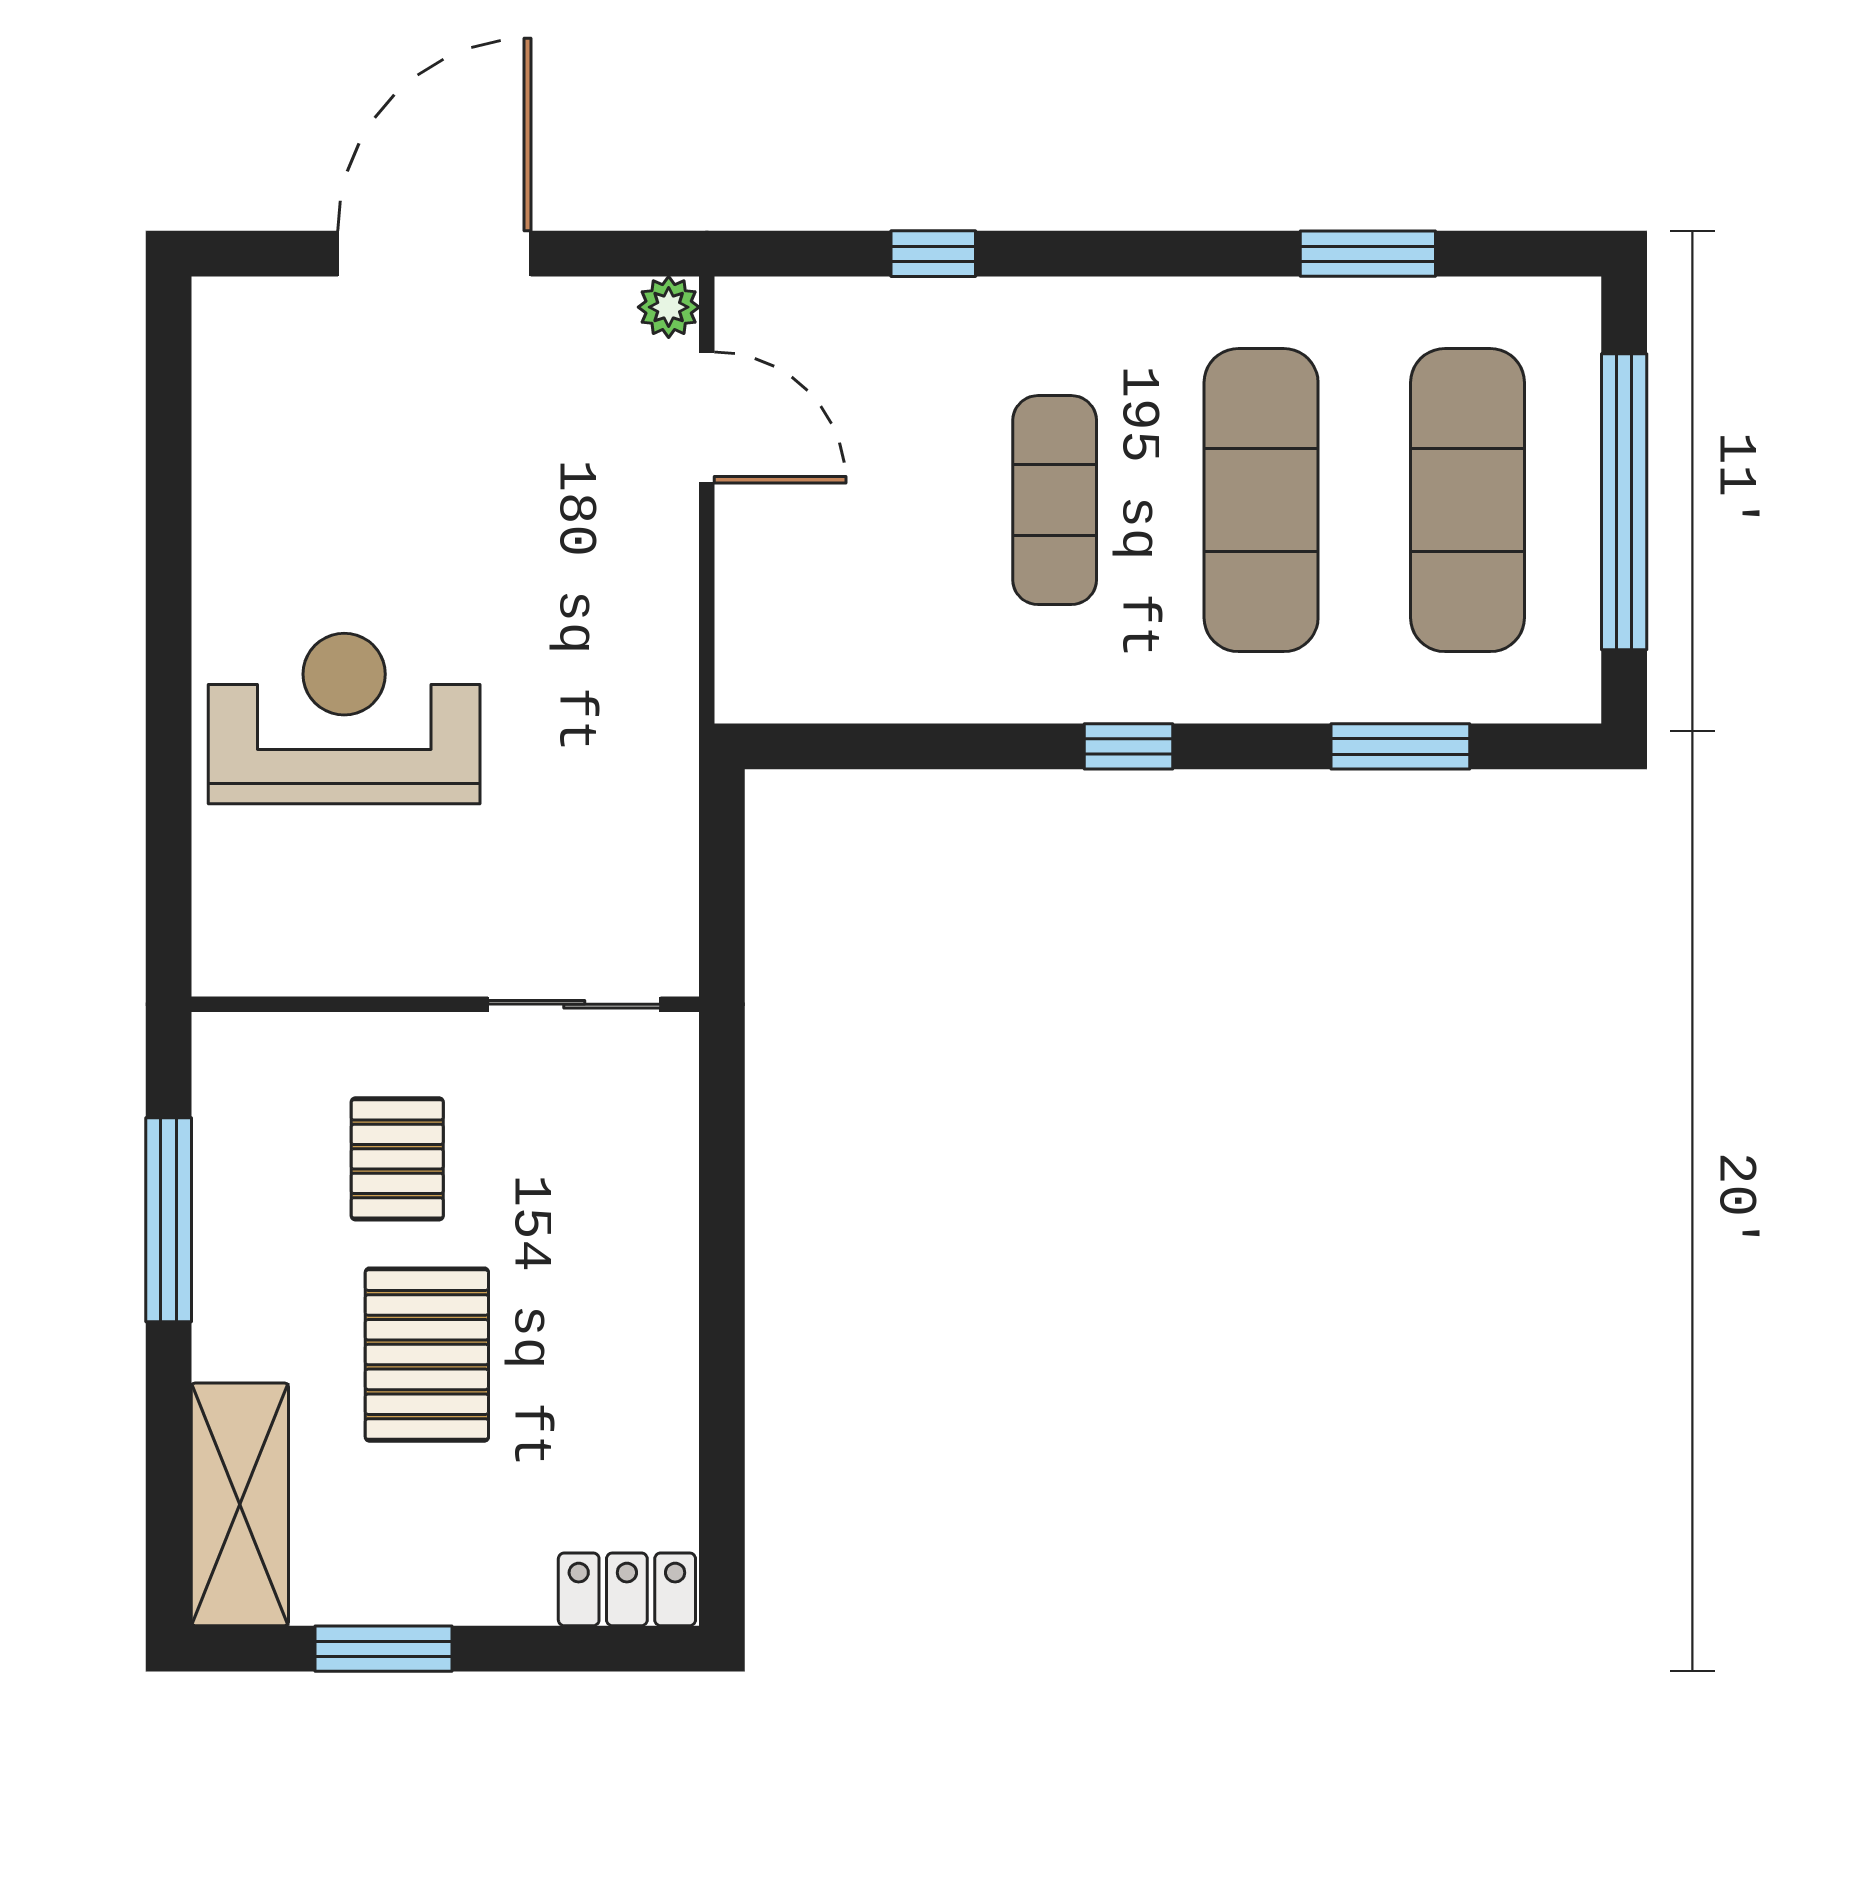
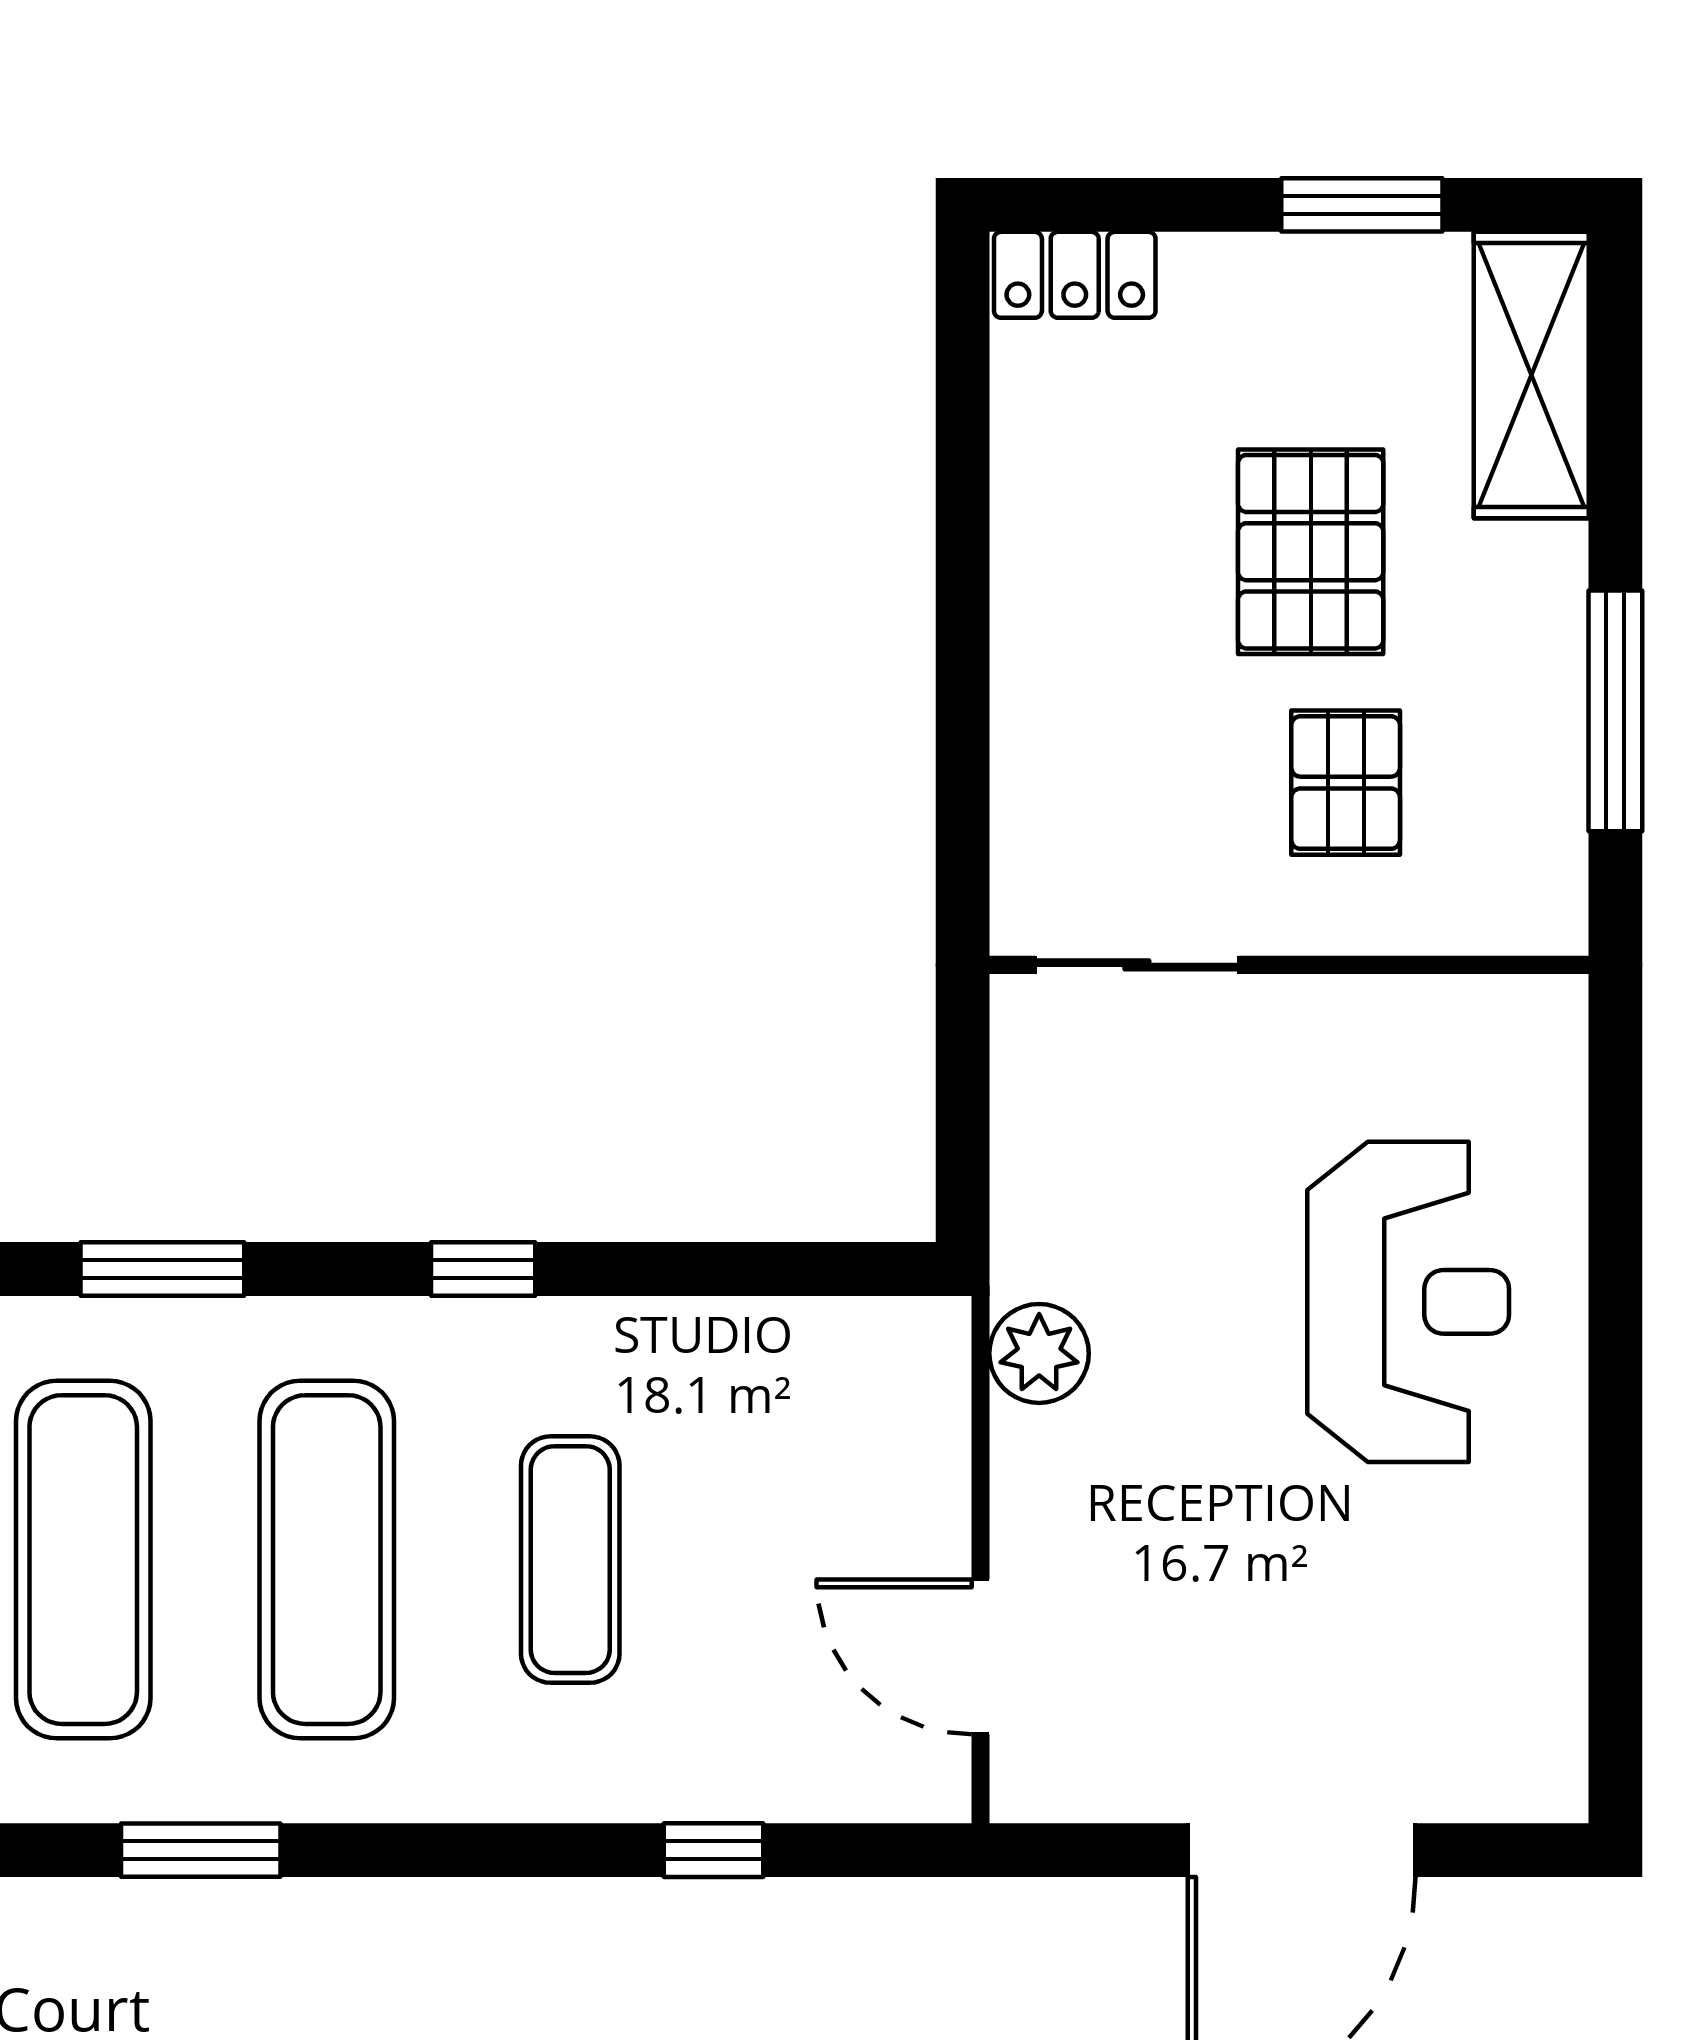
plant: (669, 307) -> (1039, 1353), moved, width x1.38, depth x1.38
reception desk: (344, 719) -> (1408, 1302), turned -90

